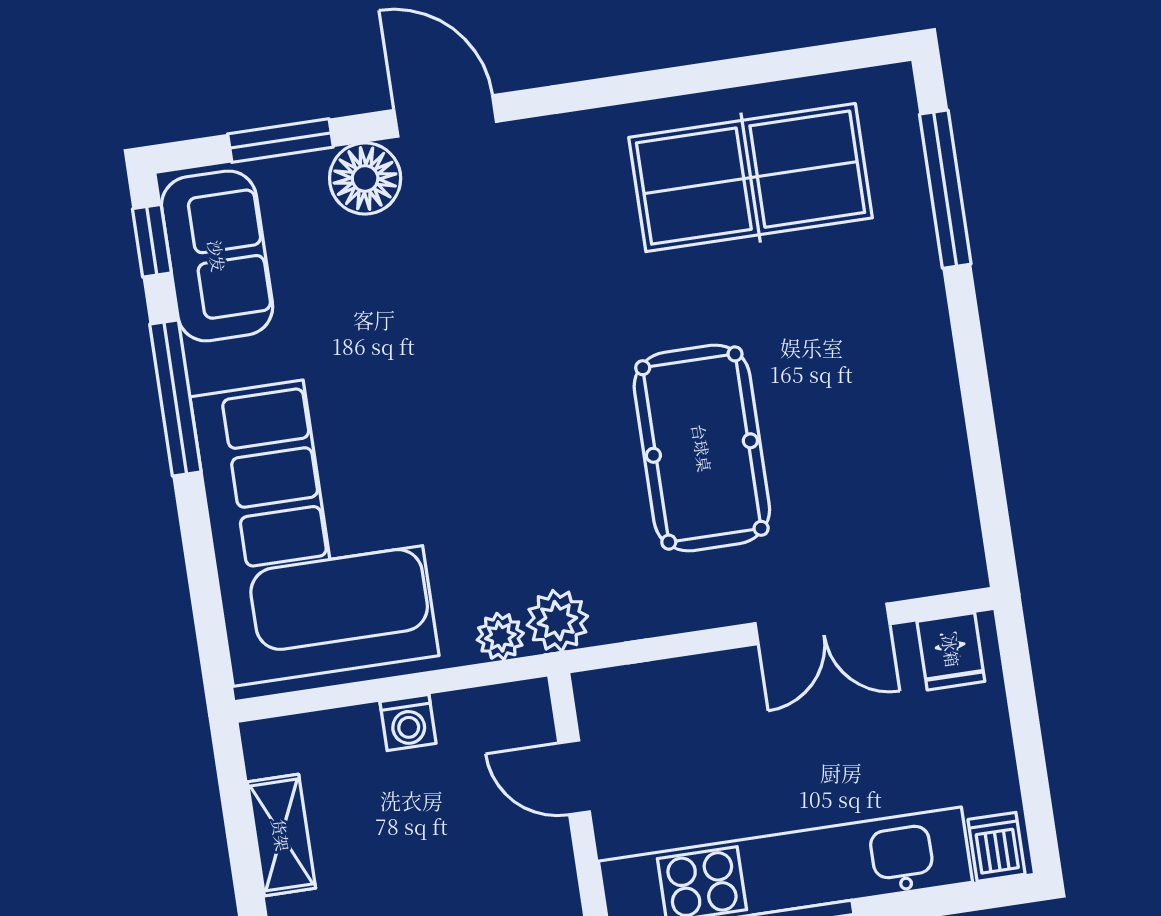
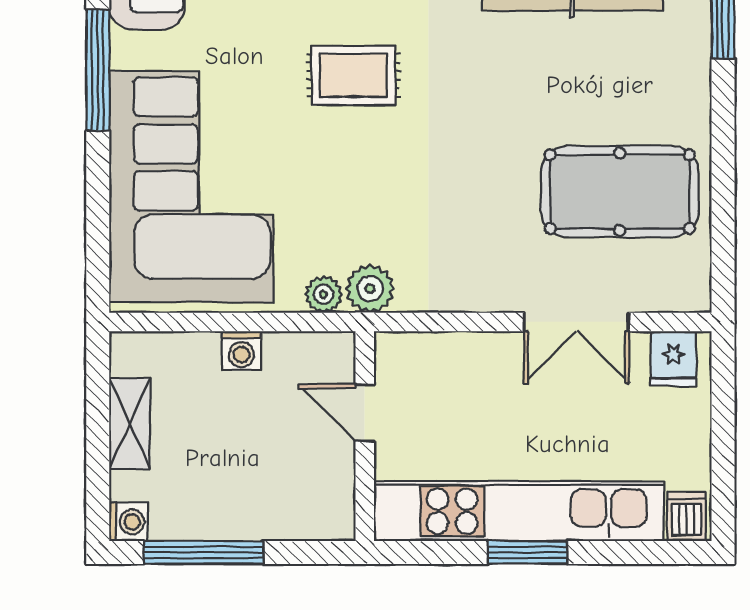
rug: (497, 357) -> (354, 75), added
pool table: (702, 448) -> (620, 192), moved, turned 90

